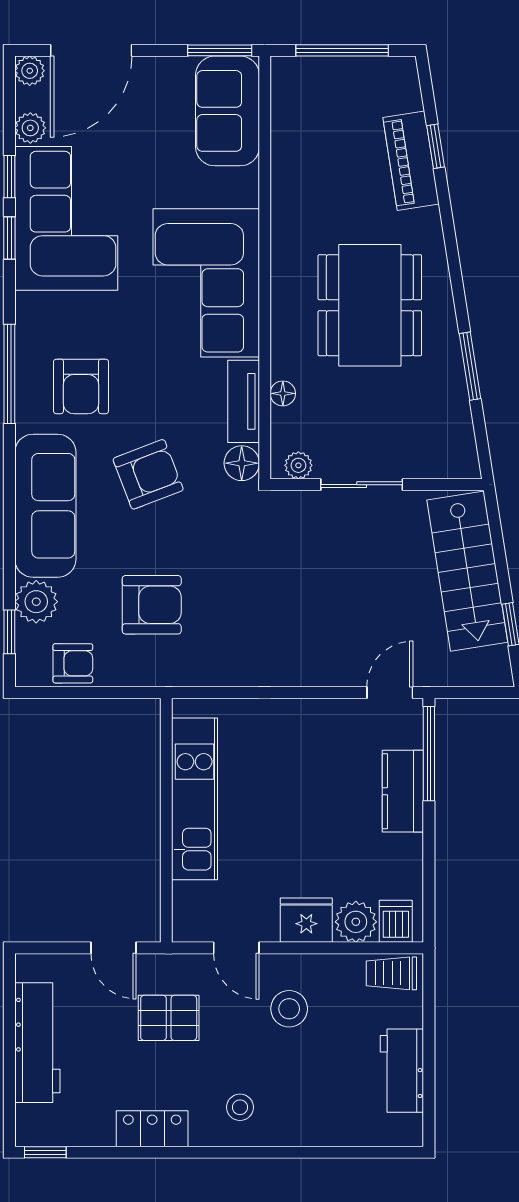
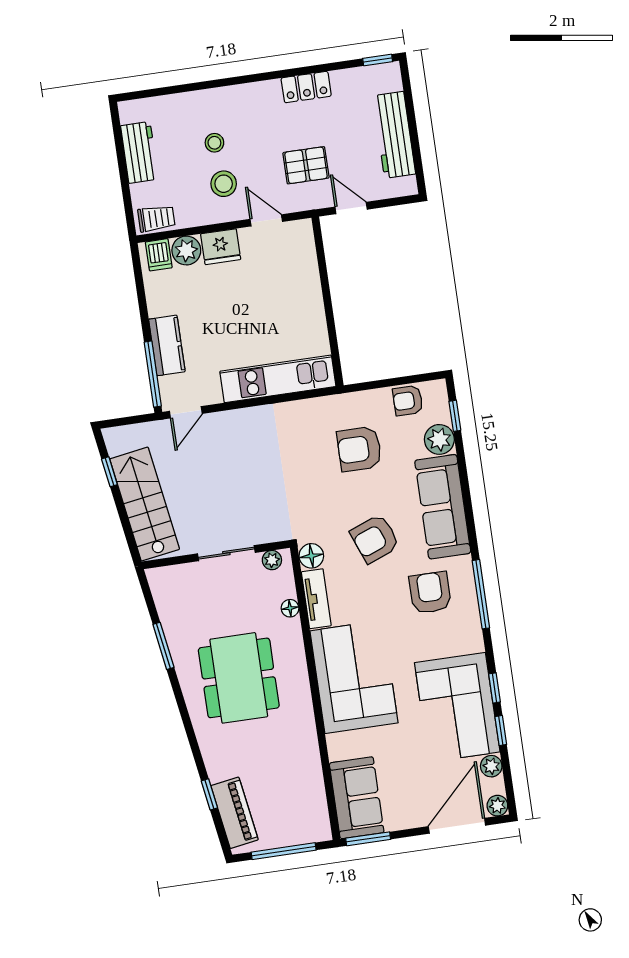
piano: (411, 161) -> (234, 813), moved
kitchen unit: (195, 799) -> (278, 379), moved, turned 90
stool: (240, 1107) -> (214, 143), moved

